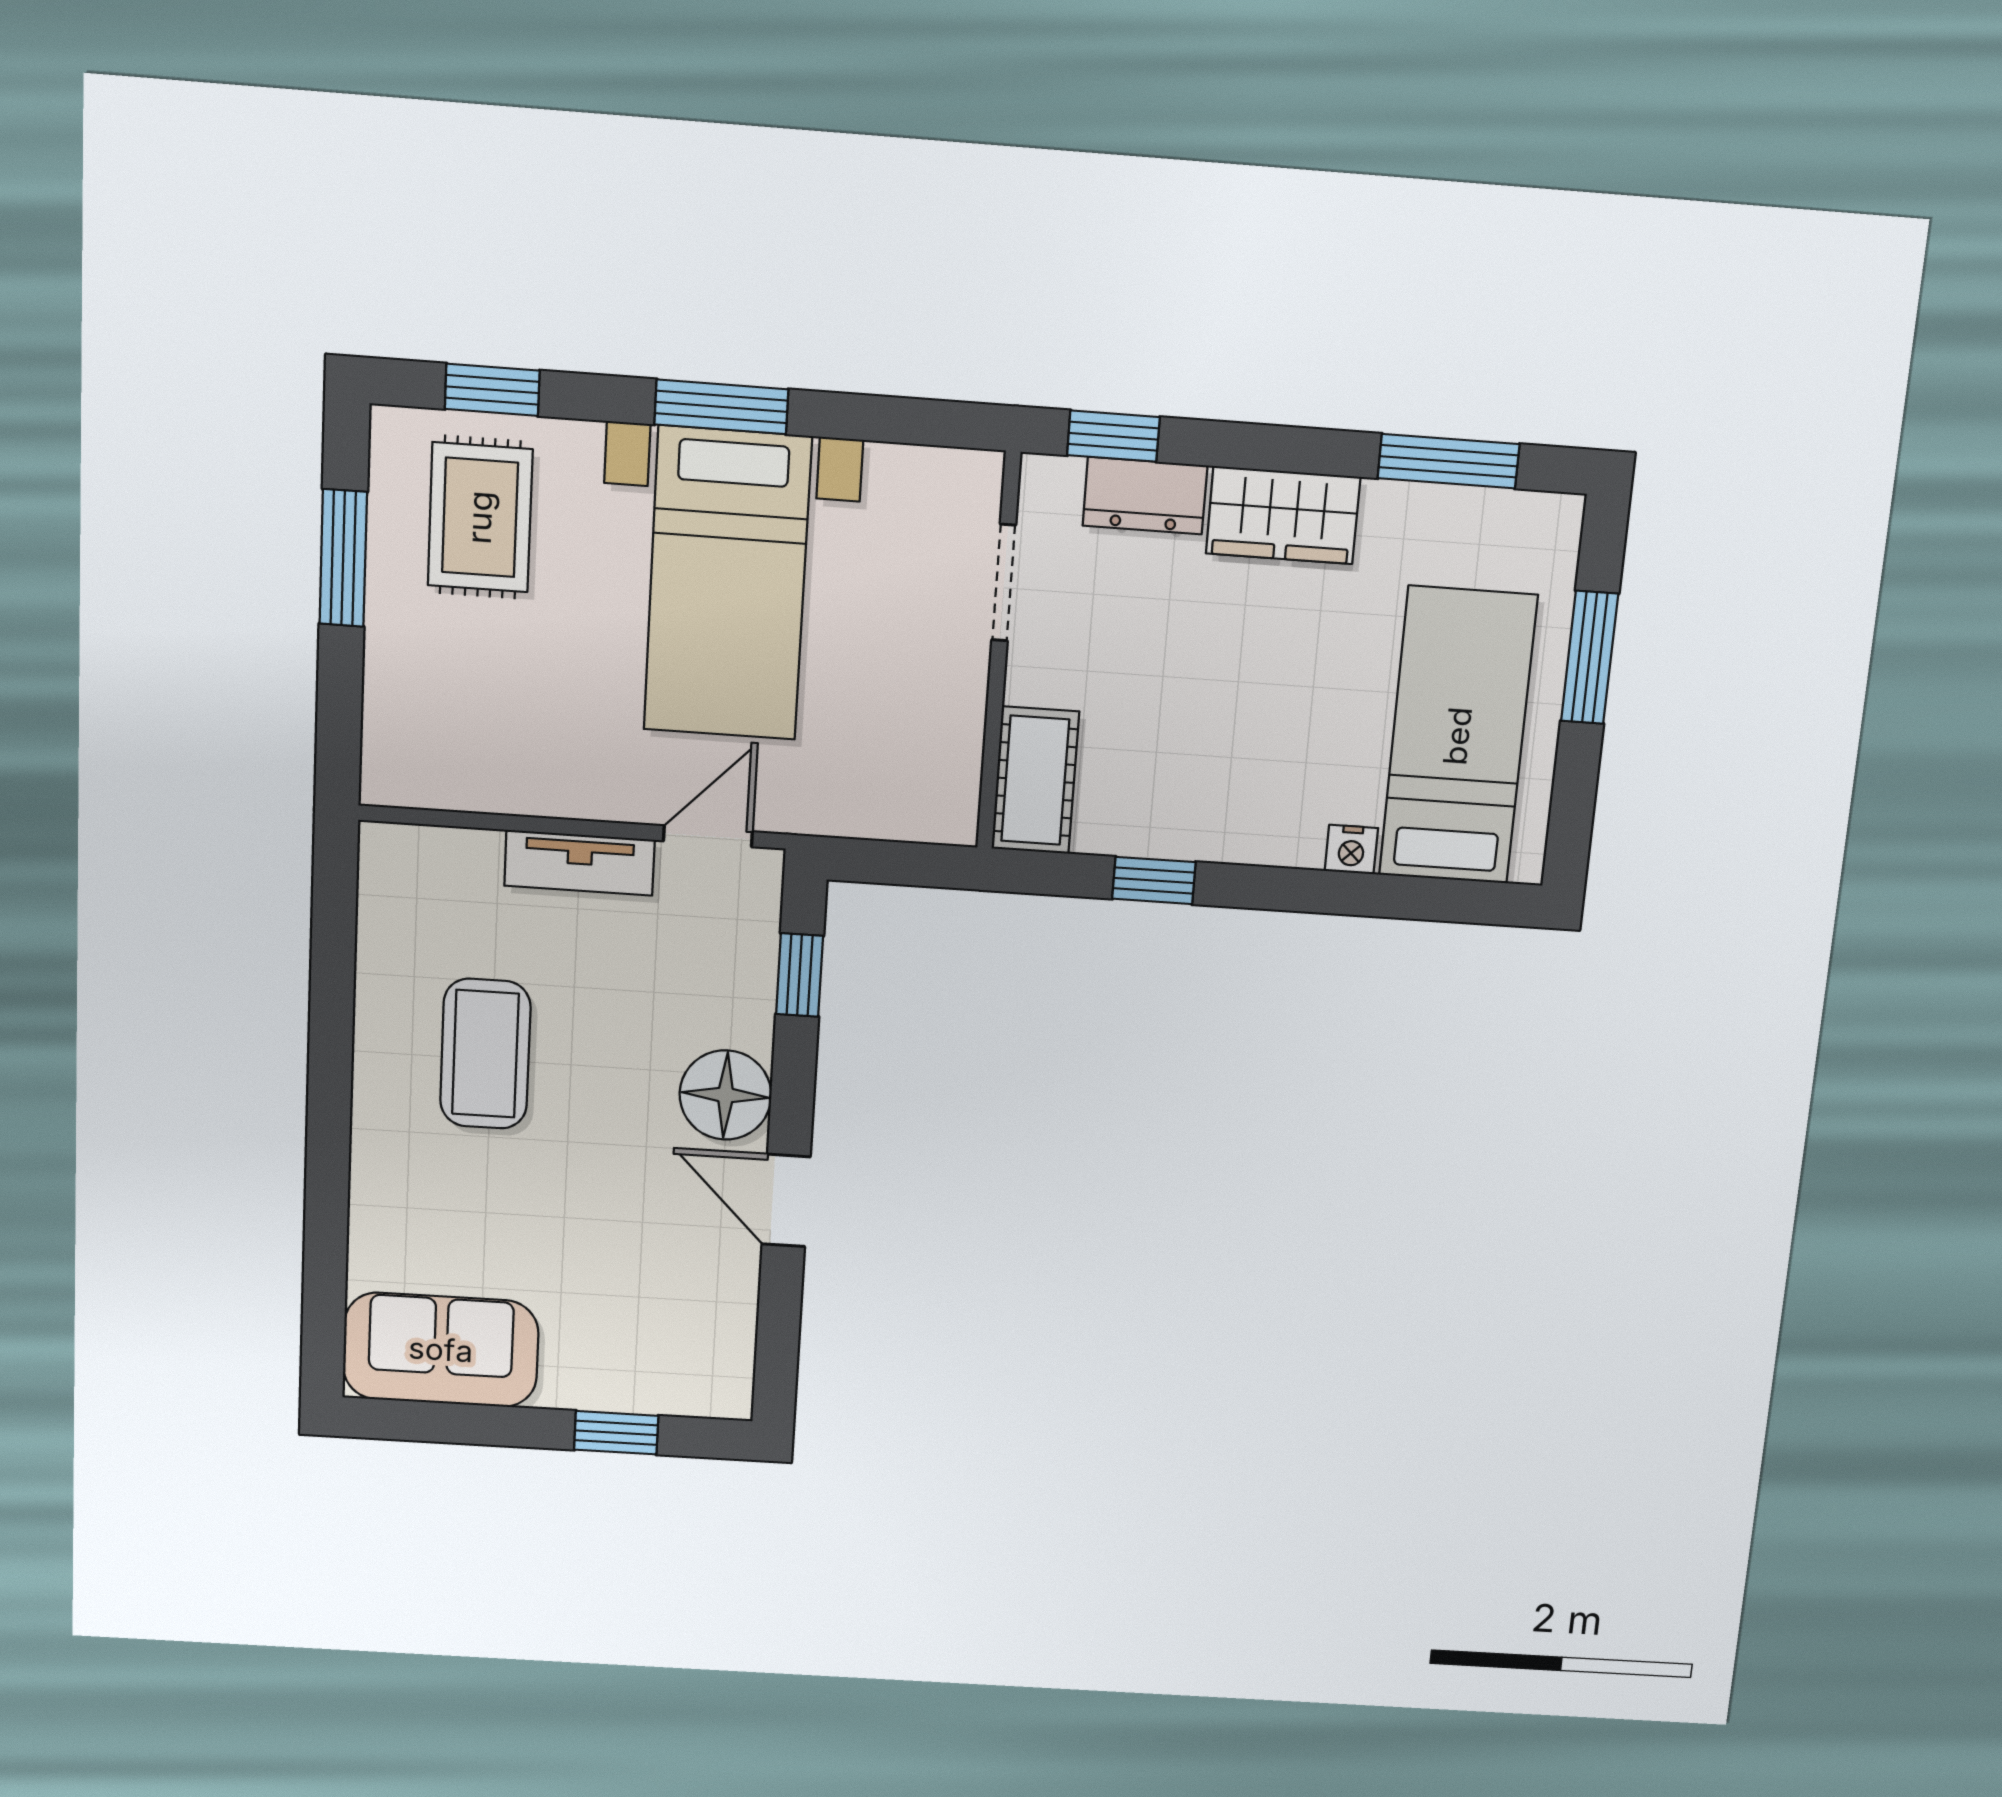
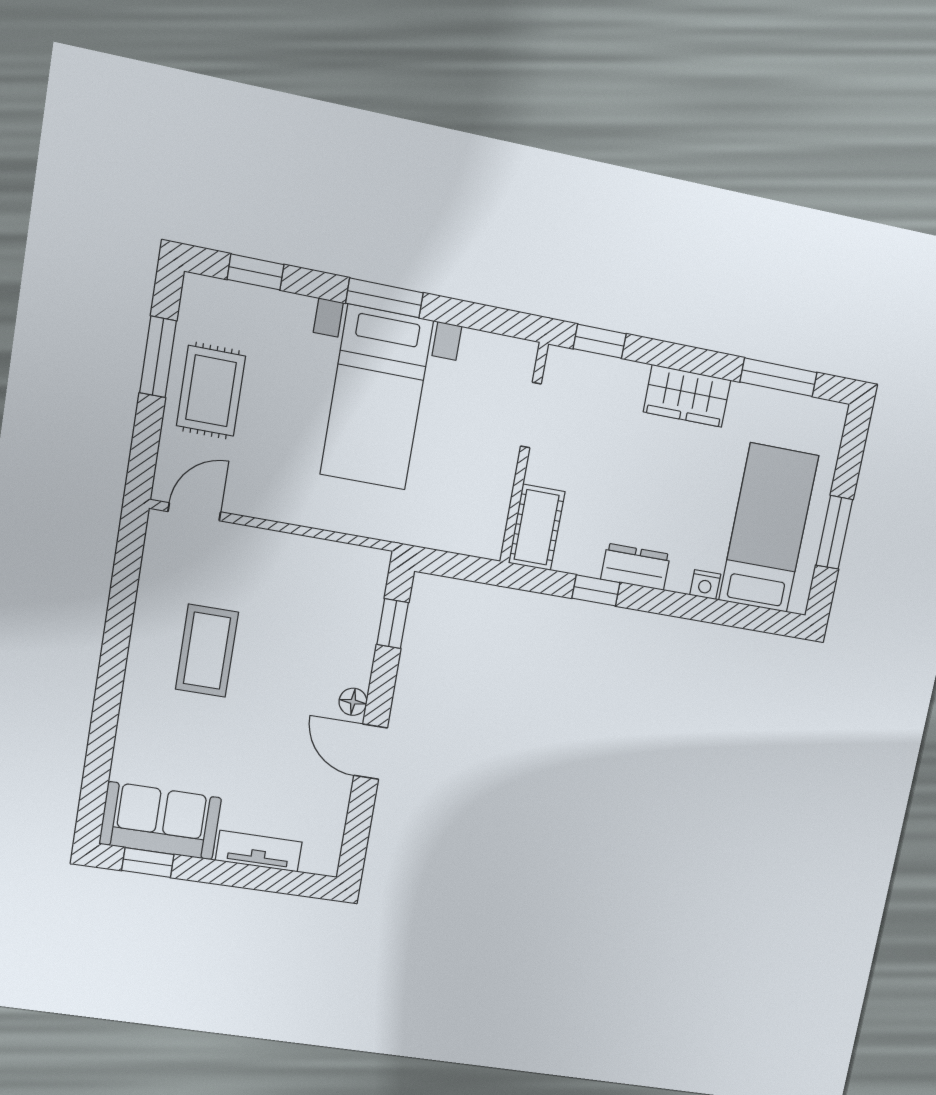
dresser: (1145, 496) -> (635, 567), moved, turned 180
rug: (480, 517) -> (211, 391), moved
window: (1590, 657) -> (834, 532), moved
door: (708, 836) -> (194, 512), moved
tv unit: (580, 863) -> (259, 851), moved, turned 180
floor lamp: (726, 1095) -> (353, 702), width x0.53, depth x0.53
window: (616, 1433) -> (148, 862), moved

